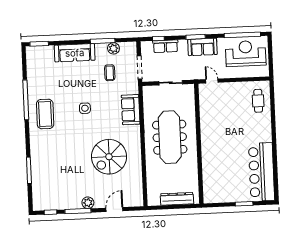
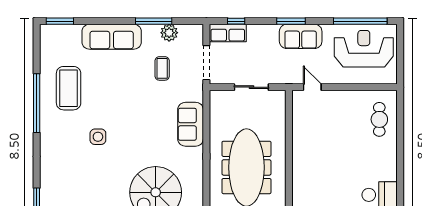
row of seats: (165, 46) -> (228, 33), moved
side table: (85, 108) -> (98, 137), moved
coffee table: (45, 114) -> (69, 88), moved

